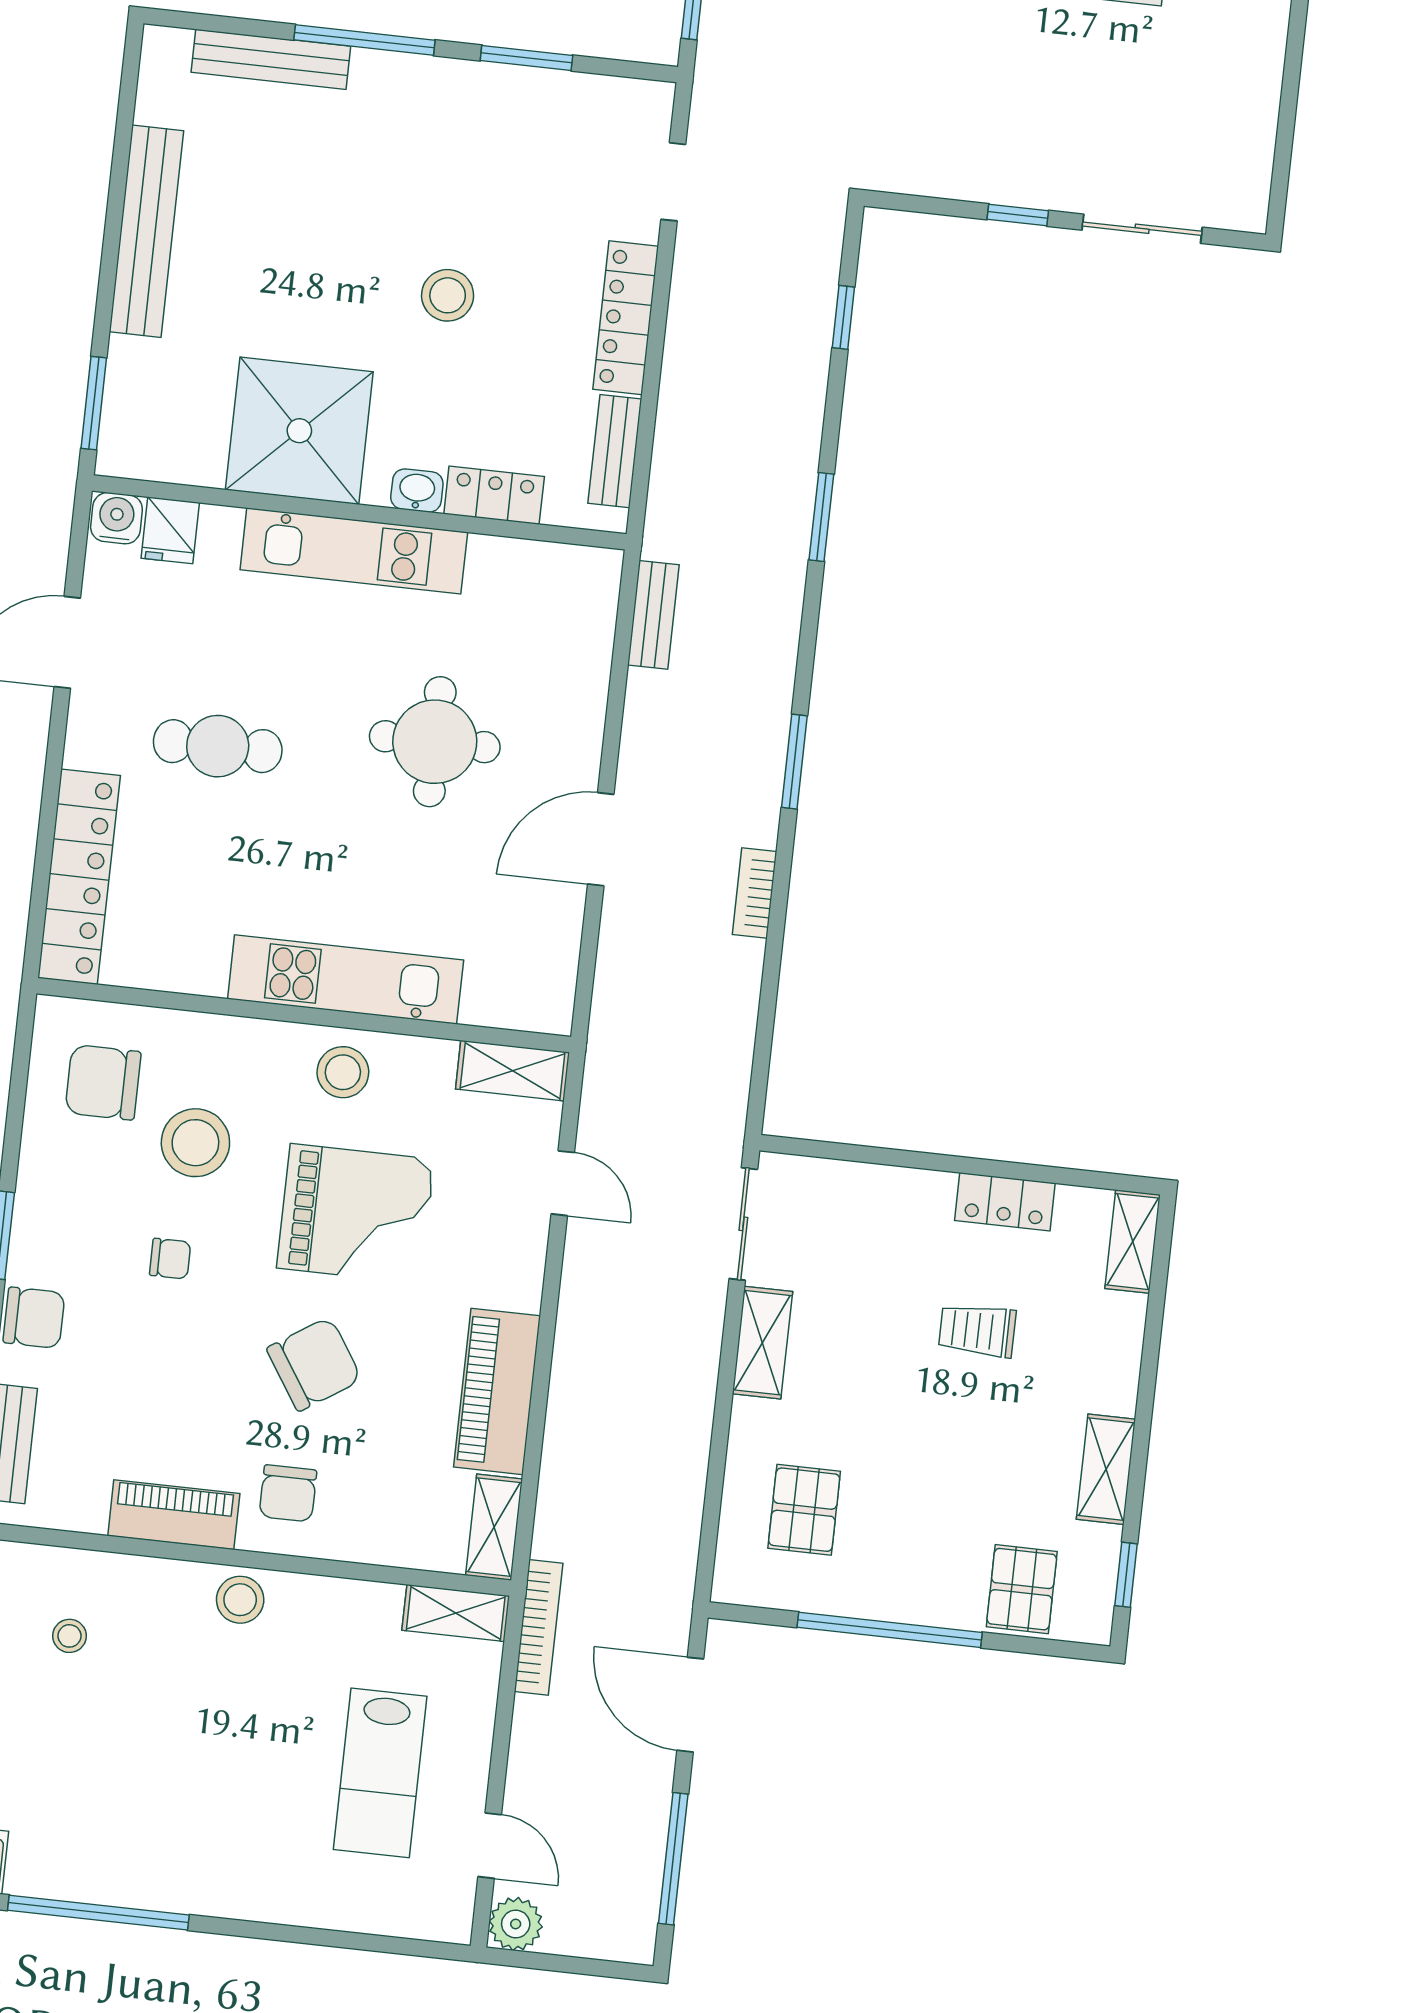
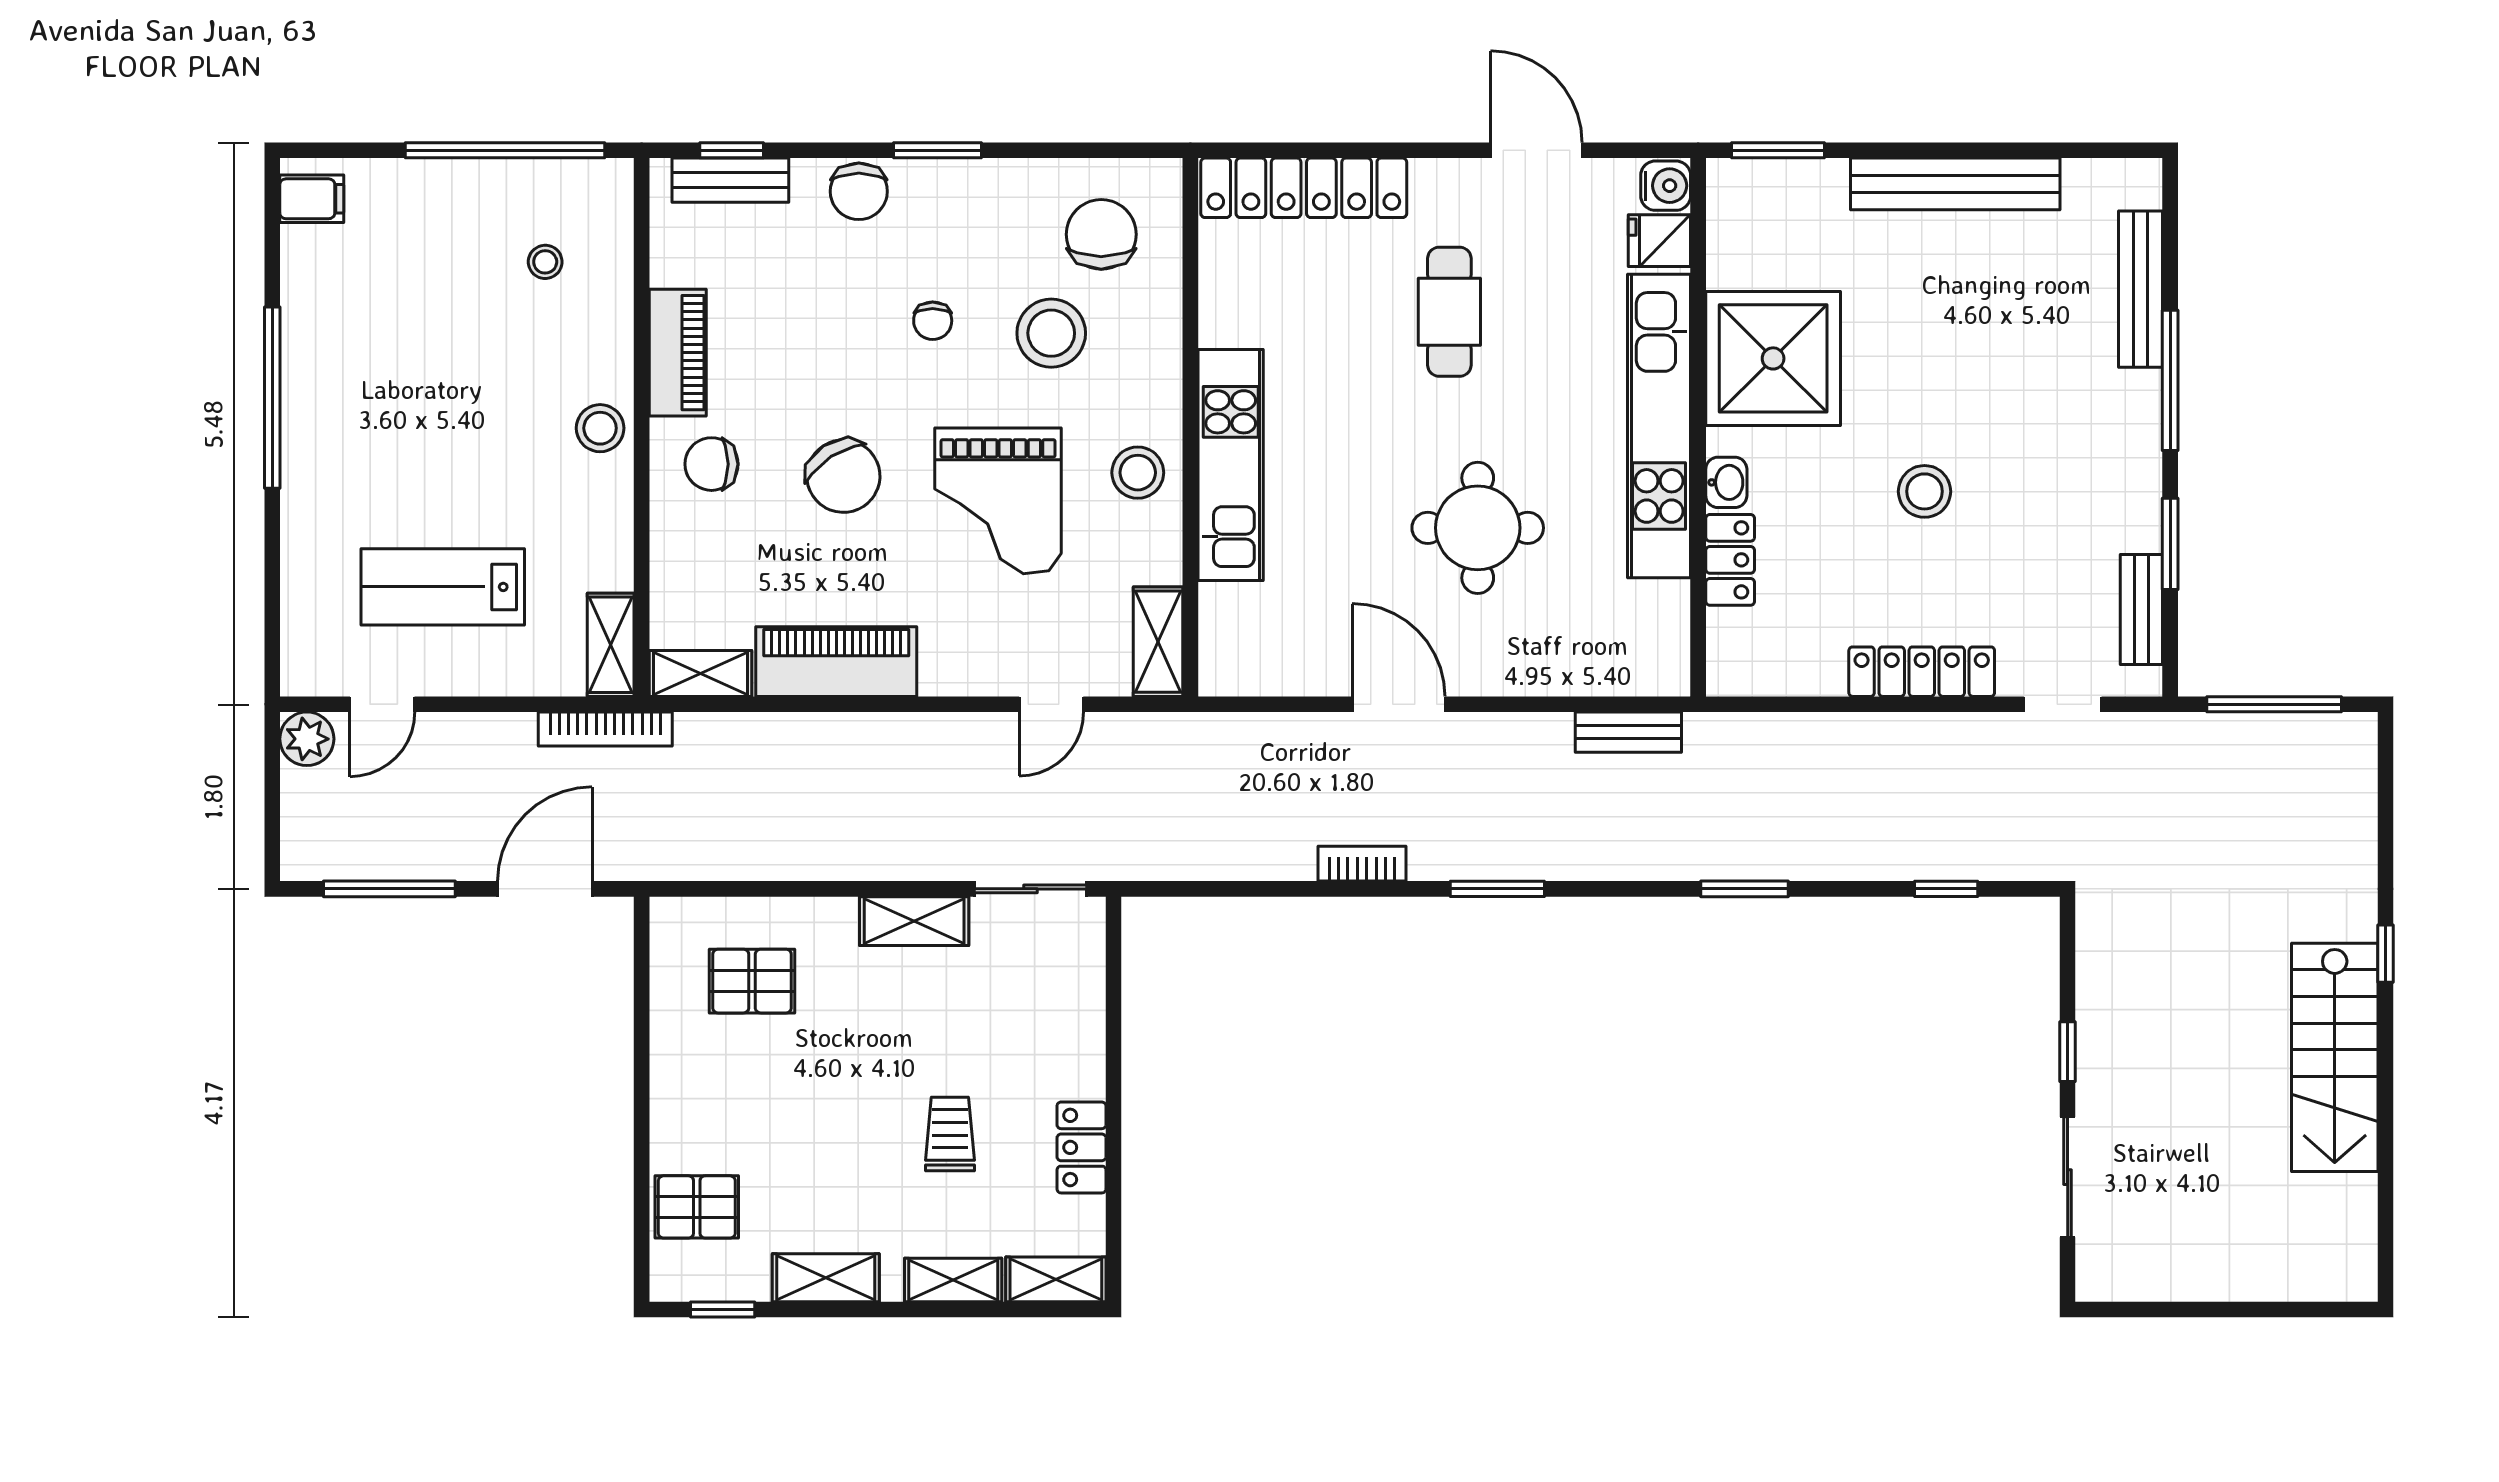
bench: (615, 451) -> (2141, 609), moved, turned 90
kitchen unit: (354, 551) -> (1659, 426), width x1.36
shelving: (1122, 1343) -> (953, 1280), added
window: (890, 1630) -> (642, 1080), removed
window: (98, 1913) -> (272, 398), moved

